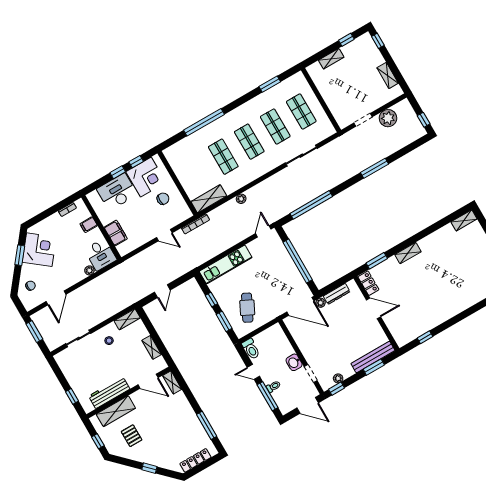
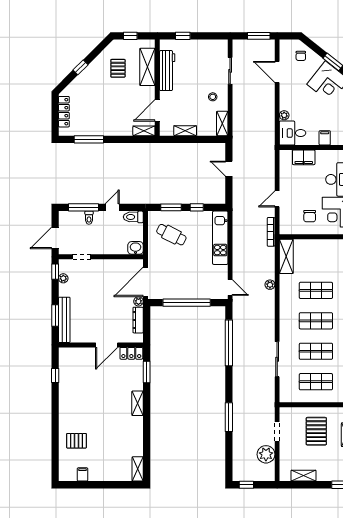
pallet: (343, 87) -> (316, 431), added
pallet: (470, 287) -> (77, 441), added
washbasin: (294, 362) -> (136, 248), moved
pallet: (132, 436) -> (118, 68), turned 90

